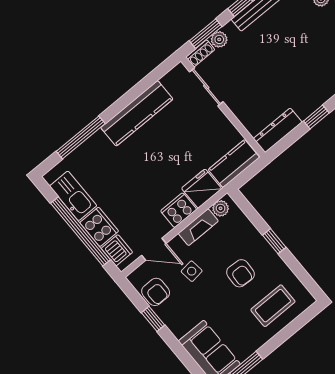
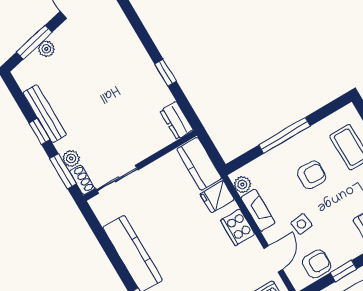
dresser: (278, 130) -> (177, 120), width x0.70
fridge: (202, 189) -> (217, 197), width x0.72
window: (274, 241) -> (284, 135), width x2.17

